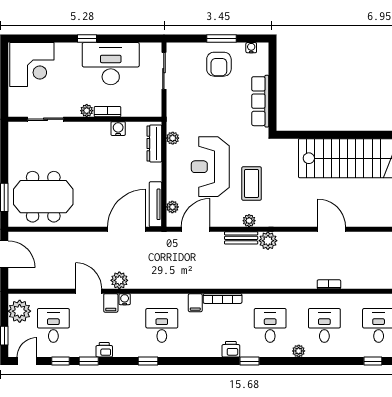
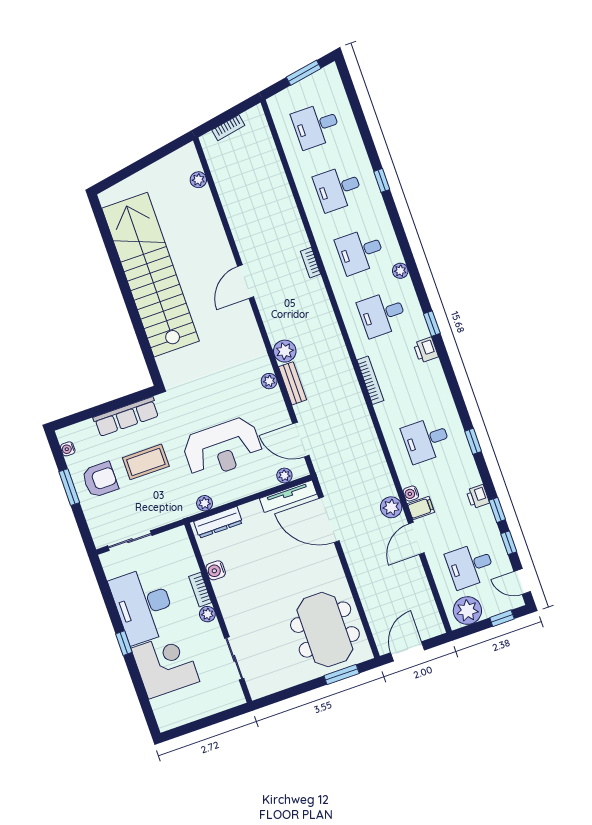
corner desk: (32, 65) -> (165, 665), moved
coffee table: (252, 183) -> (146, 462), moved
filing cabinet: (195, 303) -> (386, 410), removed

